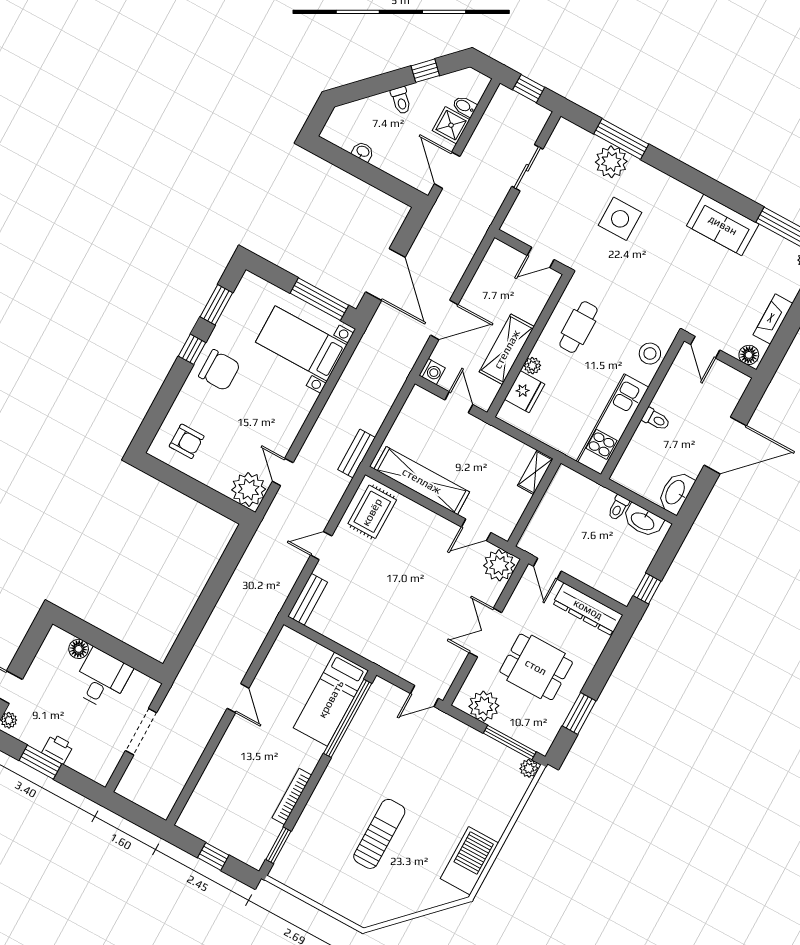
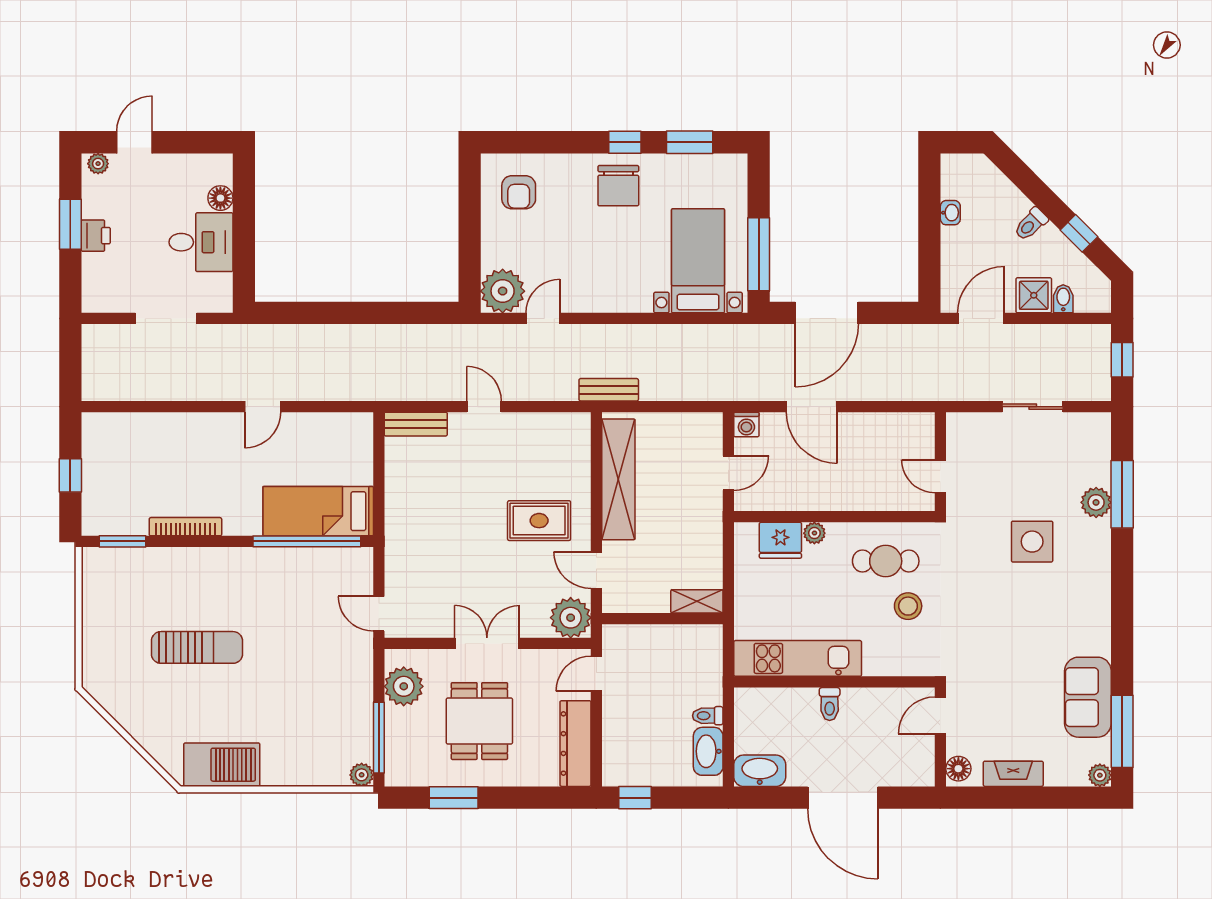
plant: (611, 162) -> (1096, 502), width x0.73, depth x0.73
sofa: (723, 225) -> (1088, 697), moved
shelving: (507, 349) -> (817, 494), removed
stool: (650, 354) -> (908, 606), moved
rug: (372, 512) -> (539, 521), moved

